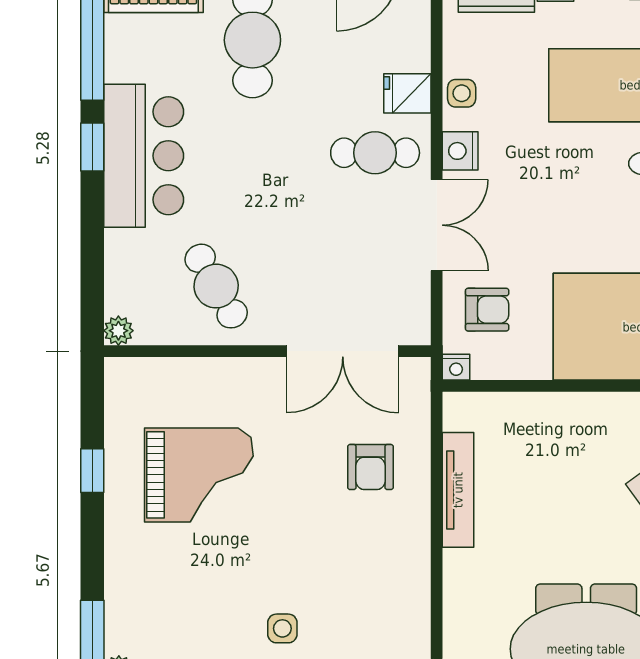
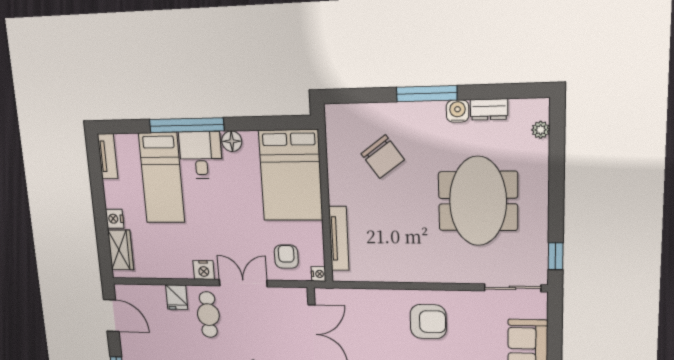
side table: (462, 93) -> (174, 269), removed
armchair: (370, 467) -> (428, 322), moved, width x1.38, depth x1.38
tv unit: (458, 490) -> (339, 239), moved, turned 90

